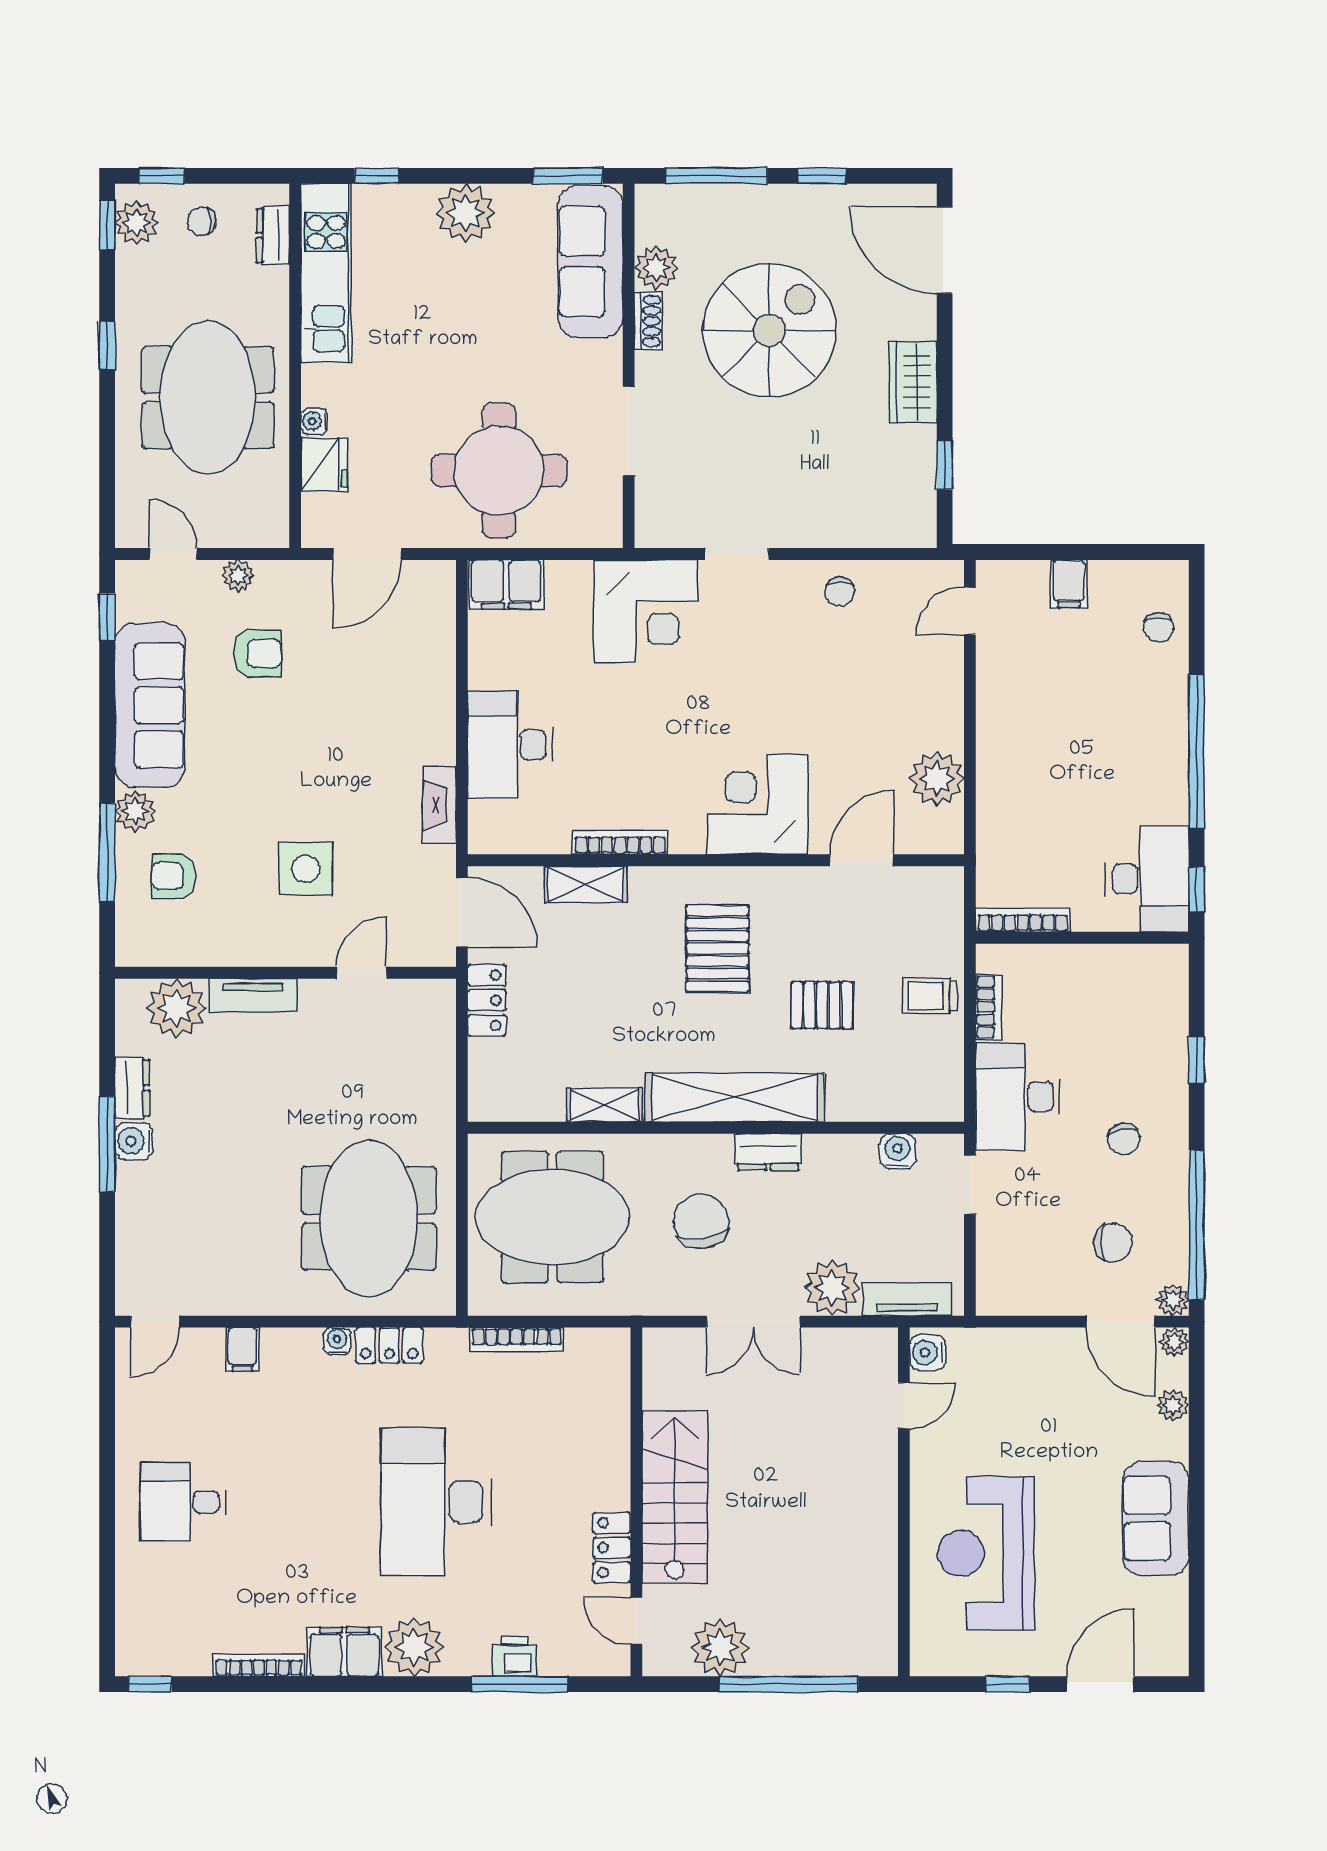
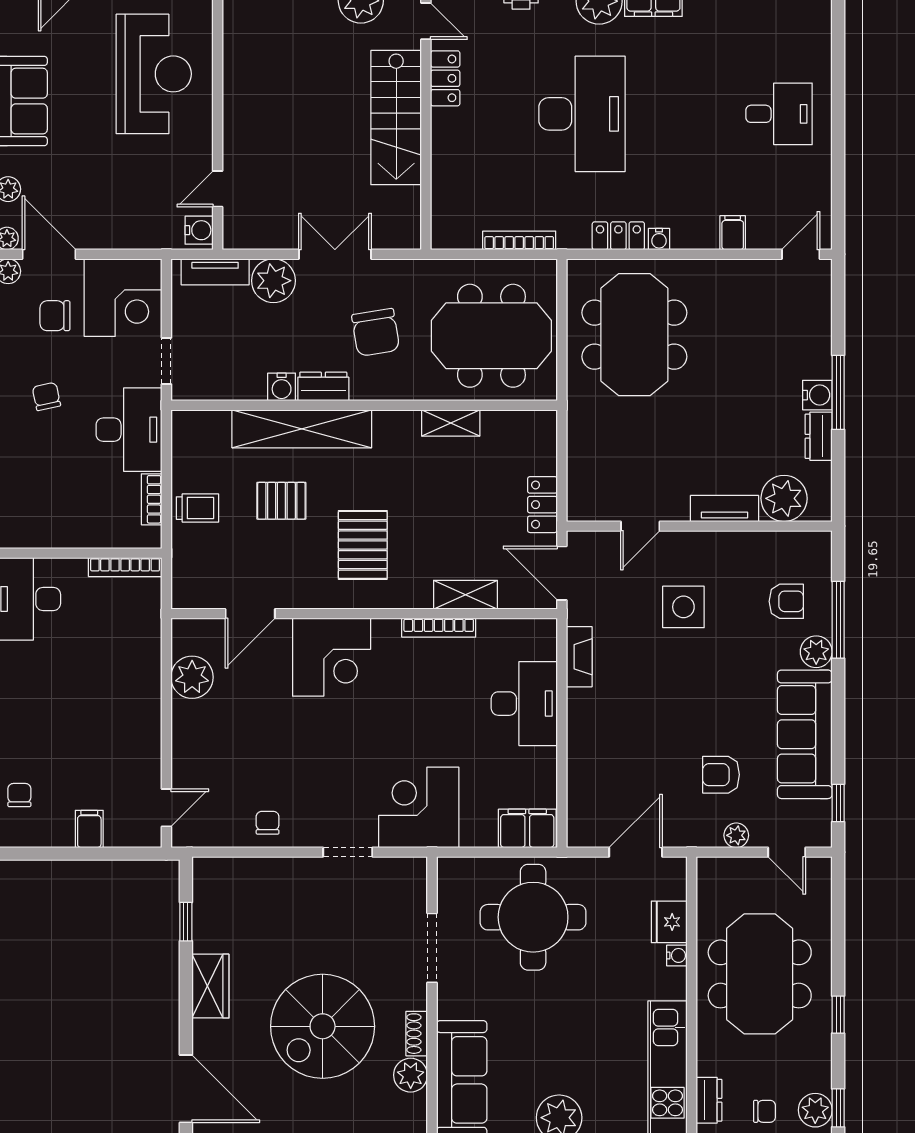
shelving: (735, 1098) -> (302, 429), moved
water cooler: (898, 1151) -> (282, 387), moved
corner desk: (1025, 1266) -> (123, 298), added

